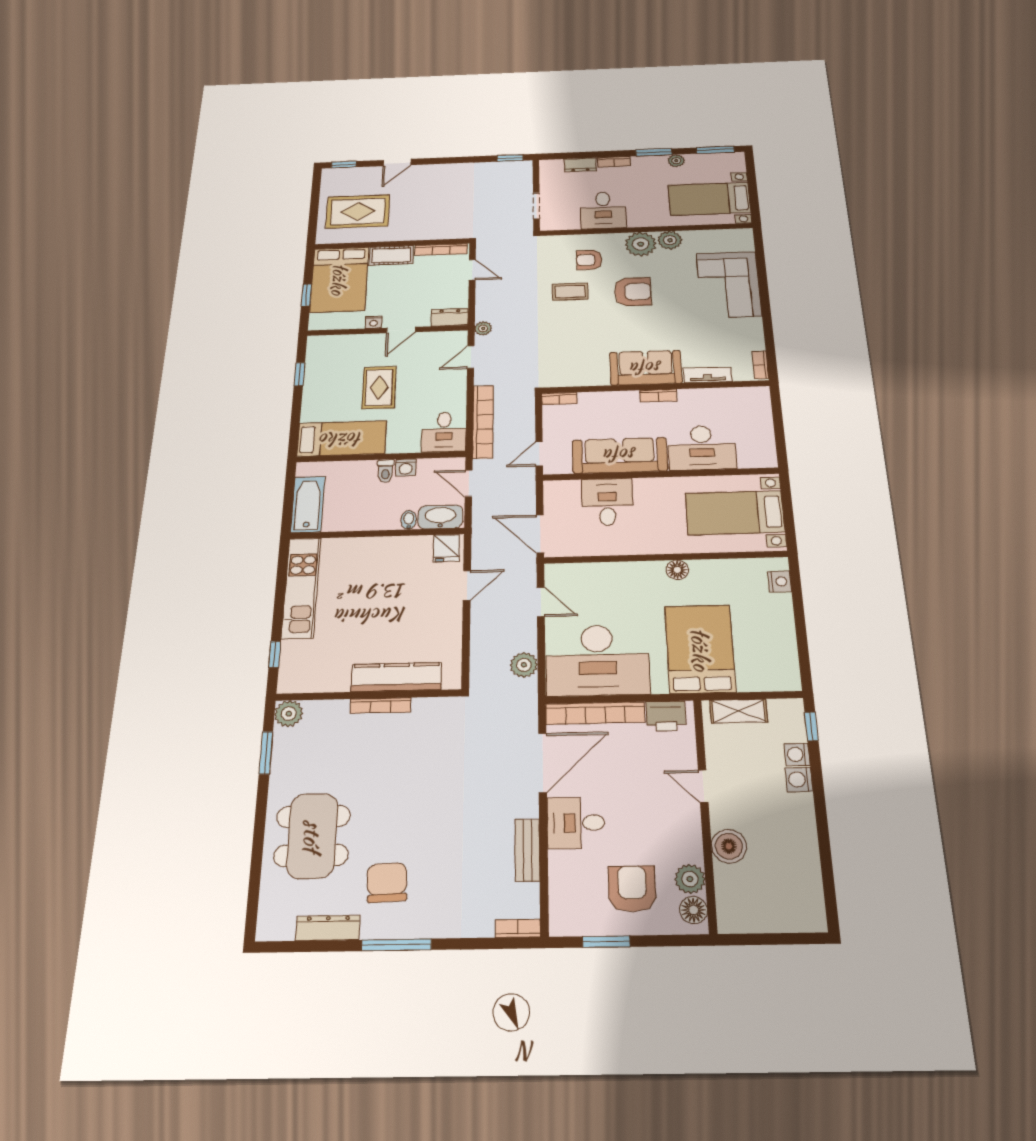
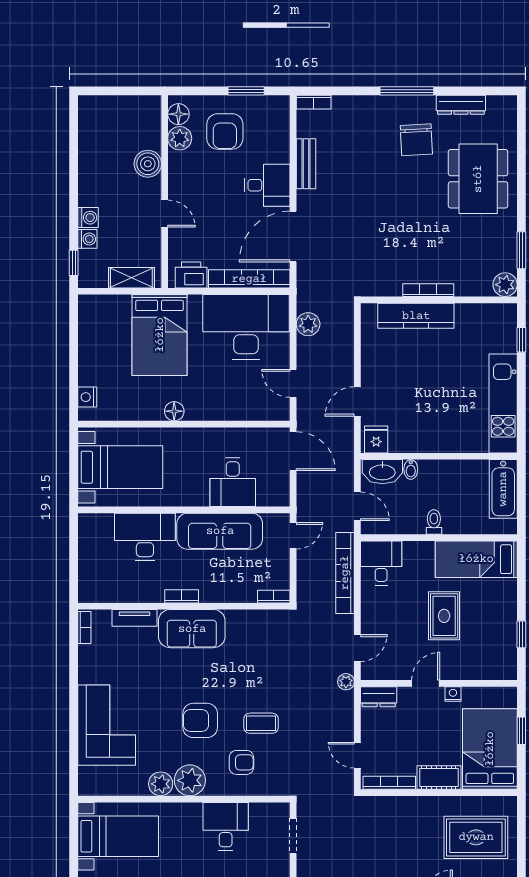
washing machine: (406, 467) -> (415, 525), removed

